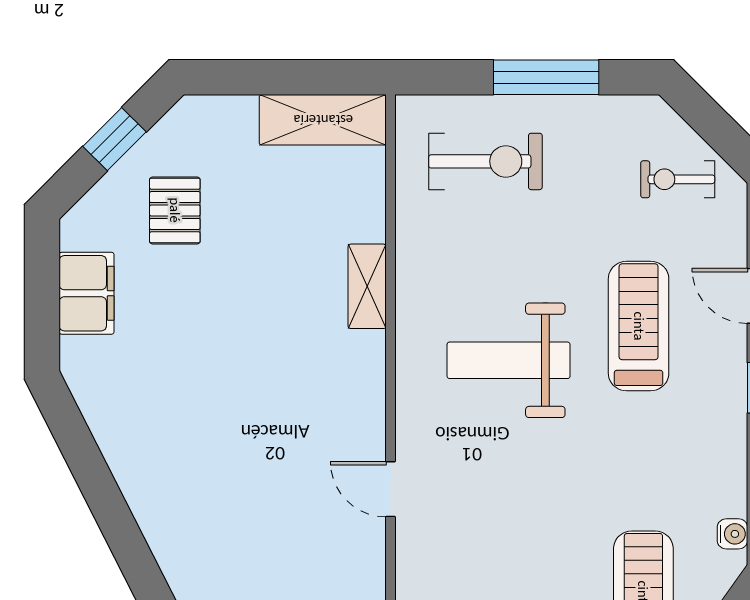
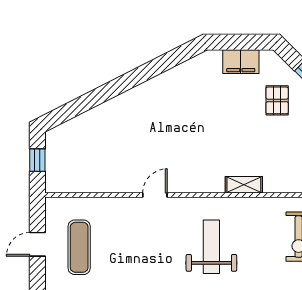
pallet: (175, 210) -> (277, 100), turned 90

